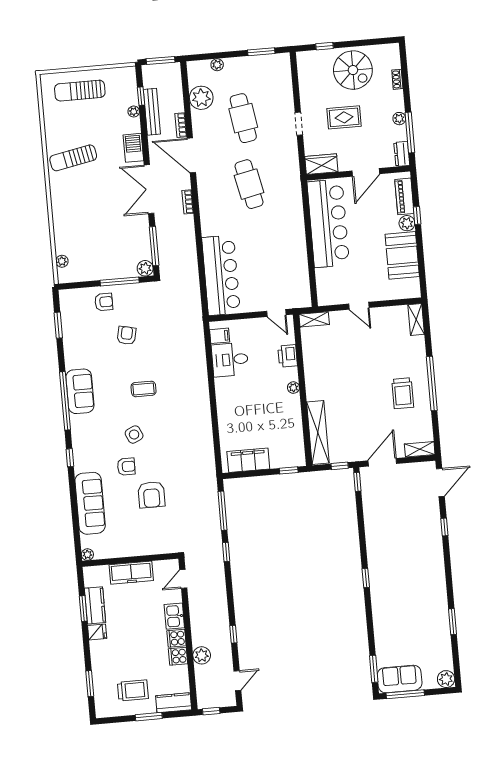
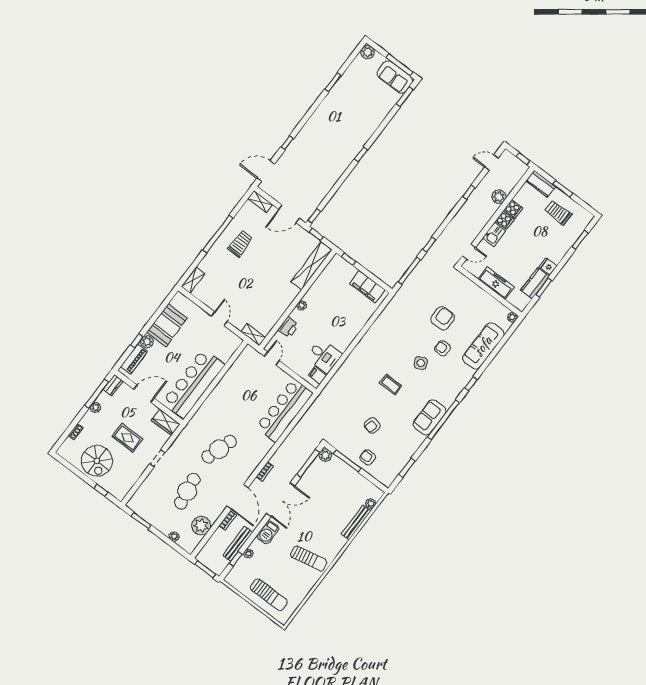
spiral stairs: (353, 70) -> (97, 461), turned 180
cafe table: (249, 184) -> (219, 449), turned 30
bench: (60, 231) -> (356, 523), added

